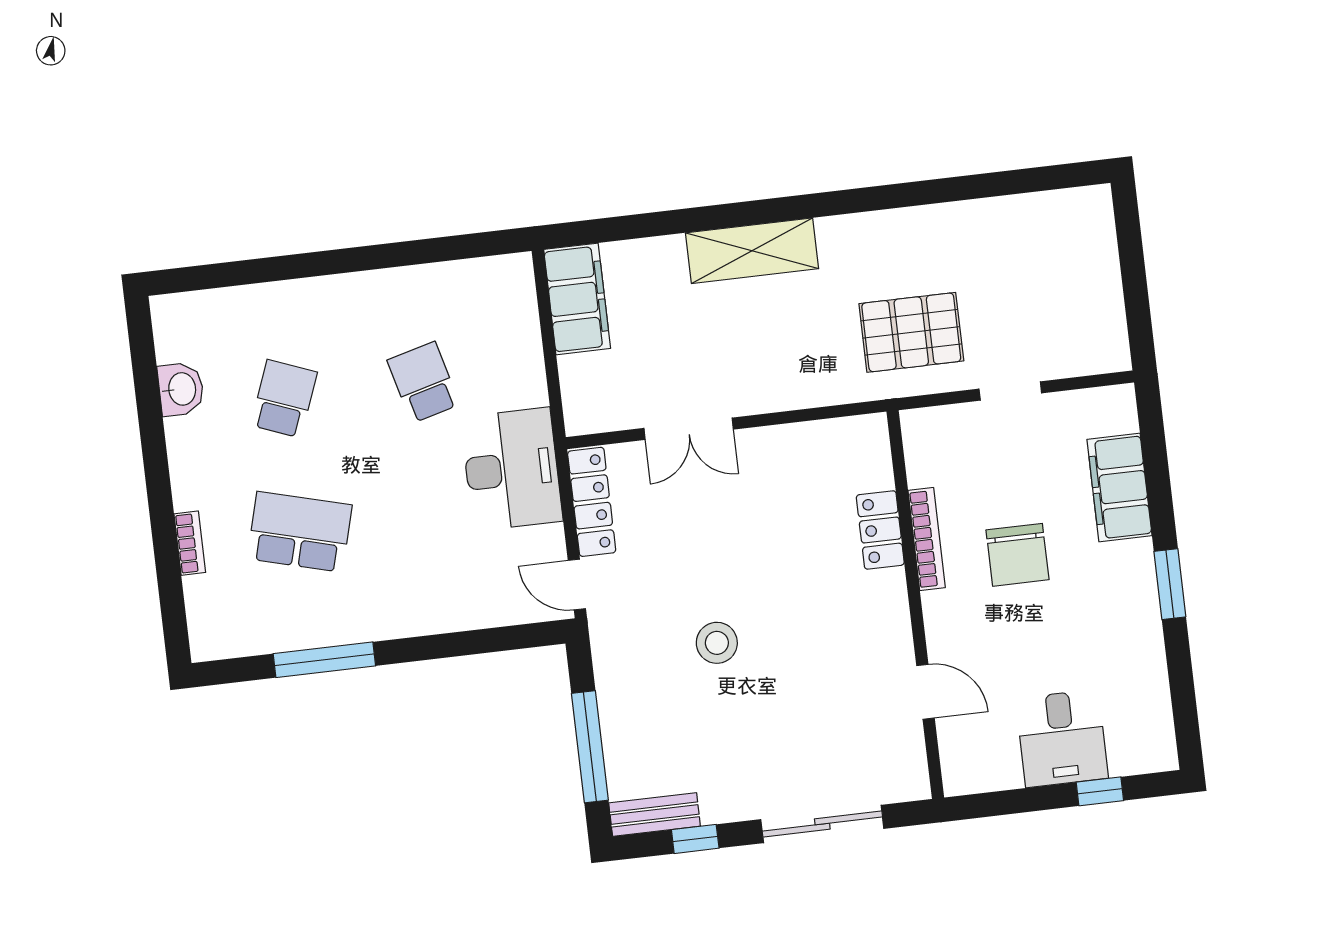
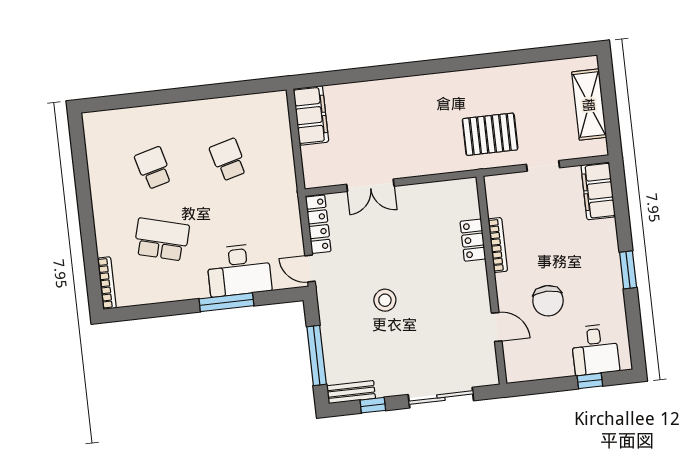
shelving: (752, 251) -> (589, 105), moved, turned 90
washbasin: (181, 389) -> (98, 163), removed
school desk: (284, 399) -> (154, 168), turned -36
desk: (512, 469) -> (239, 270), moved, turned 90
filing cabinet: (1119, 488) -> (598, 191), moved
bookcase: (190, 543) -> (107, 283), moved, width x1.56
chair: (1017, 555) -> (548, 301), moved
window: (324, 660) -> (226, 302), moved
desk: (1062, 738) -> (595, 349), moved

